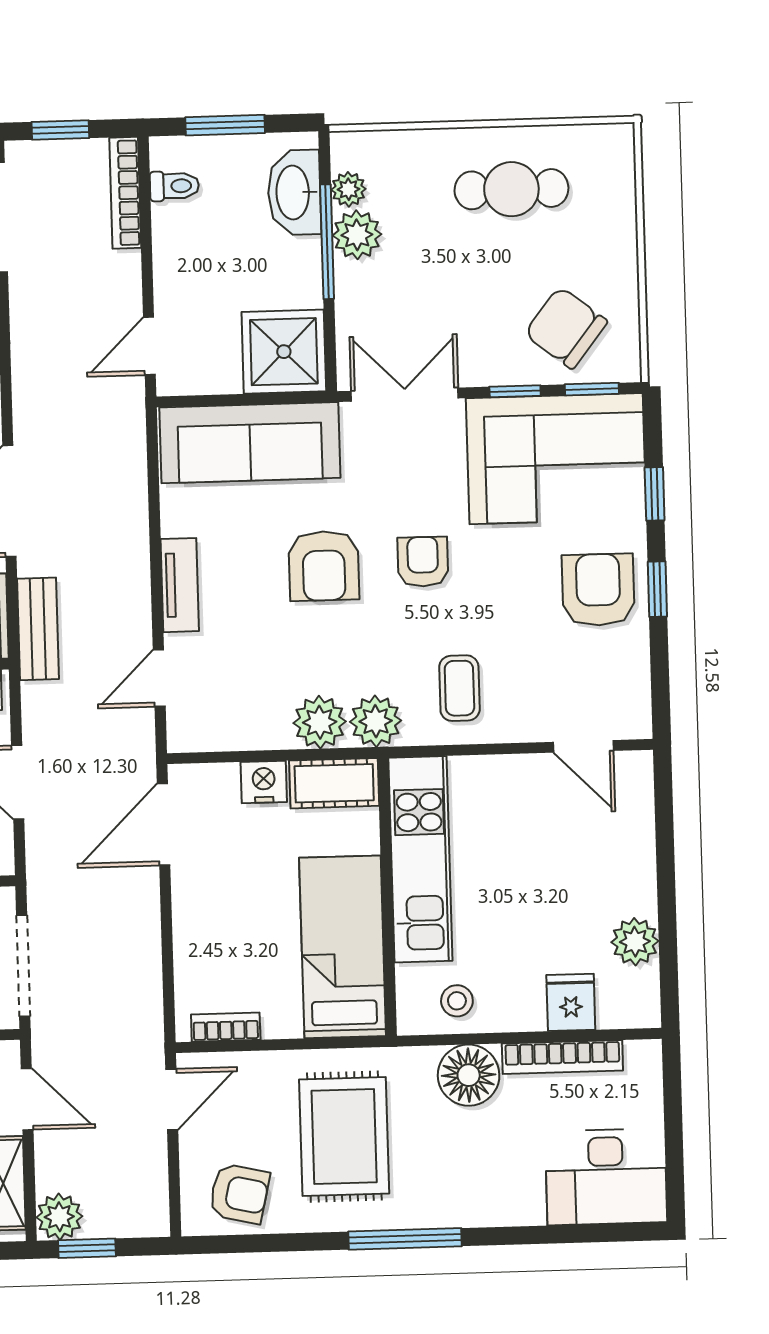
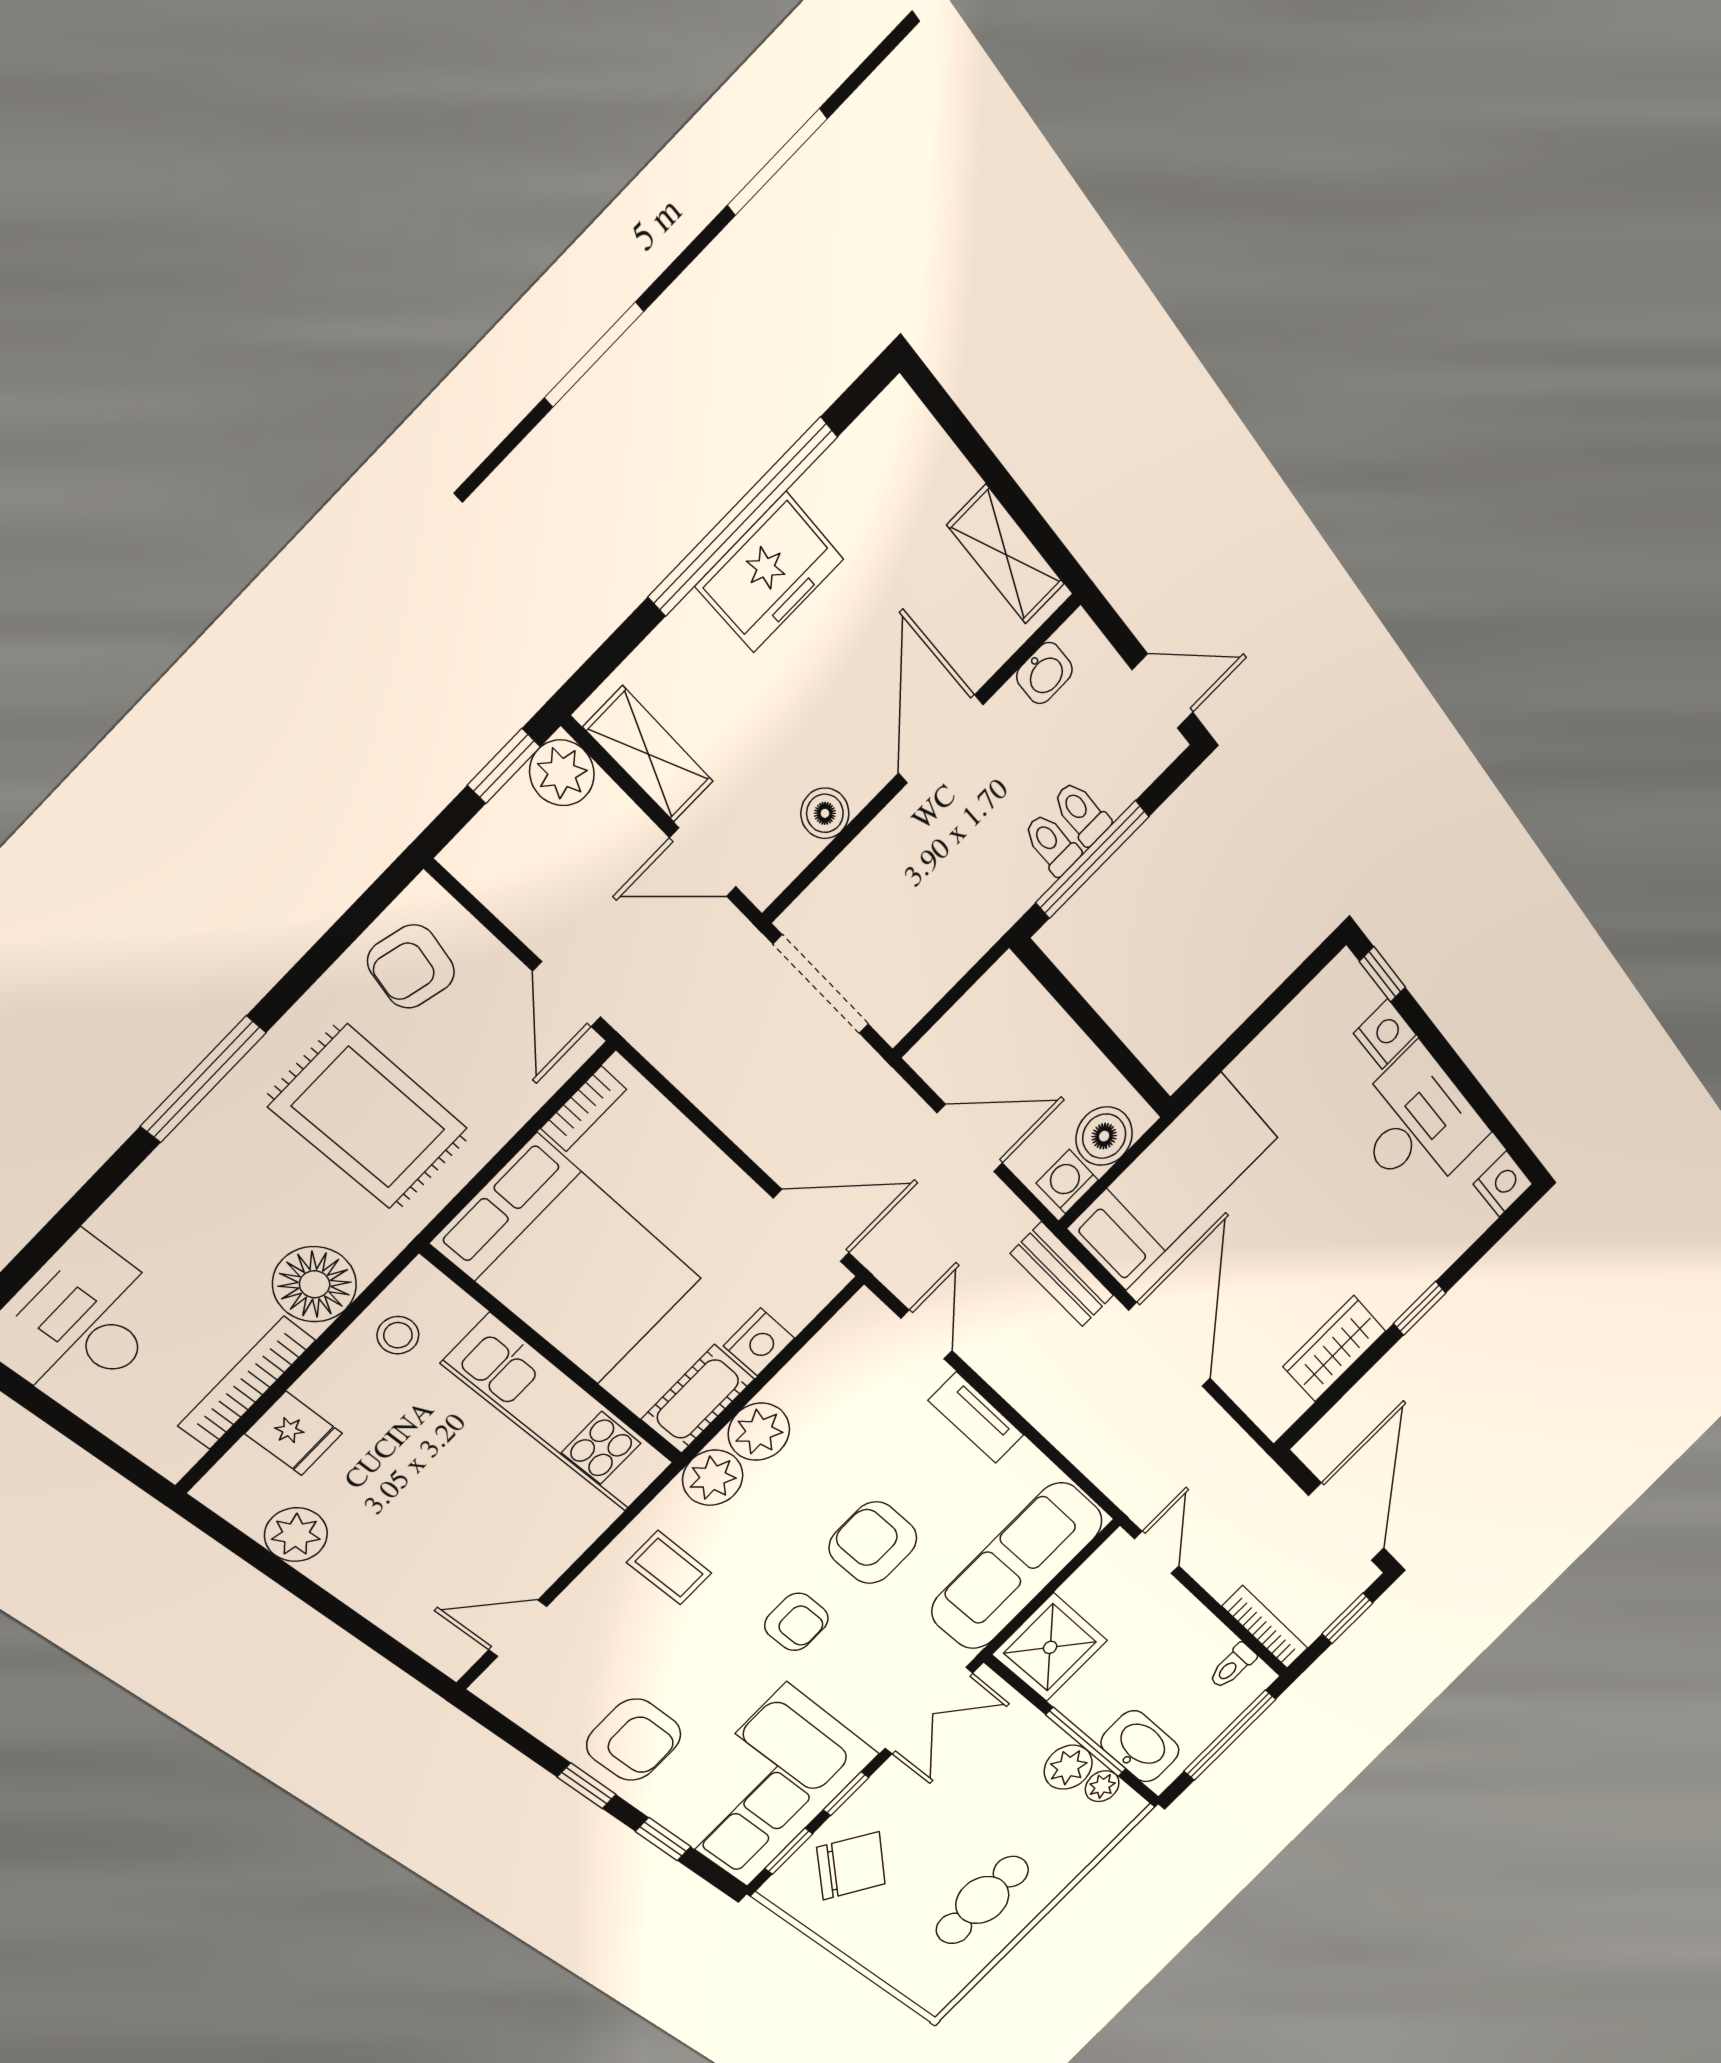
window: (225, 125) -> (1230, 1735), width x1.44
door: (164, 824) -> (811, 1226), hinge flipped
bed: (343, 947) -> (568, 1261), width x1.50

